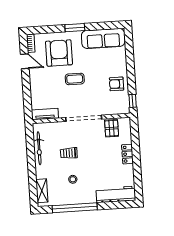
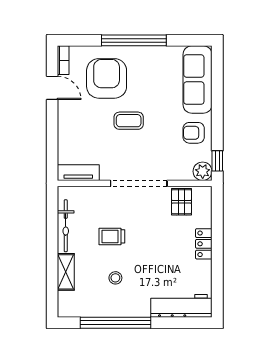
window: (75, 28) -> (134, 40), width x2.11
sofa: (103, 38) -> (198, 80), moved, turned 90
plant: (124, 108) -> (203, 171), added
shelving: (42, 191) -> (66, 272), moved

